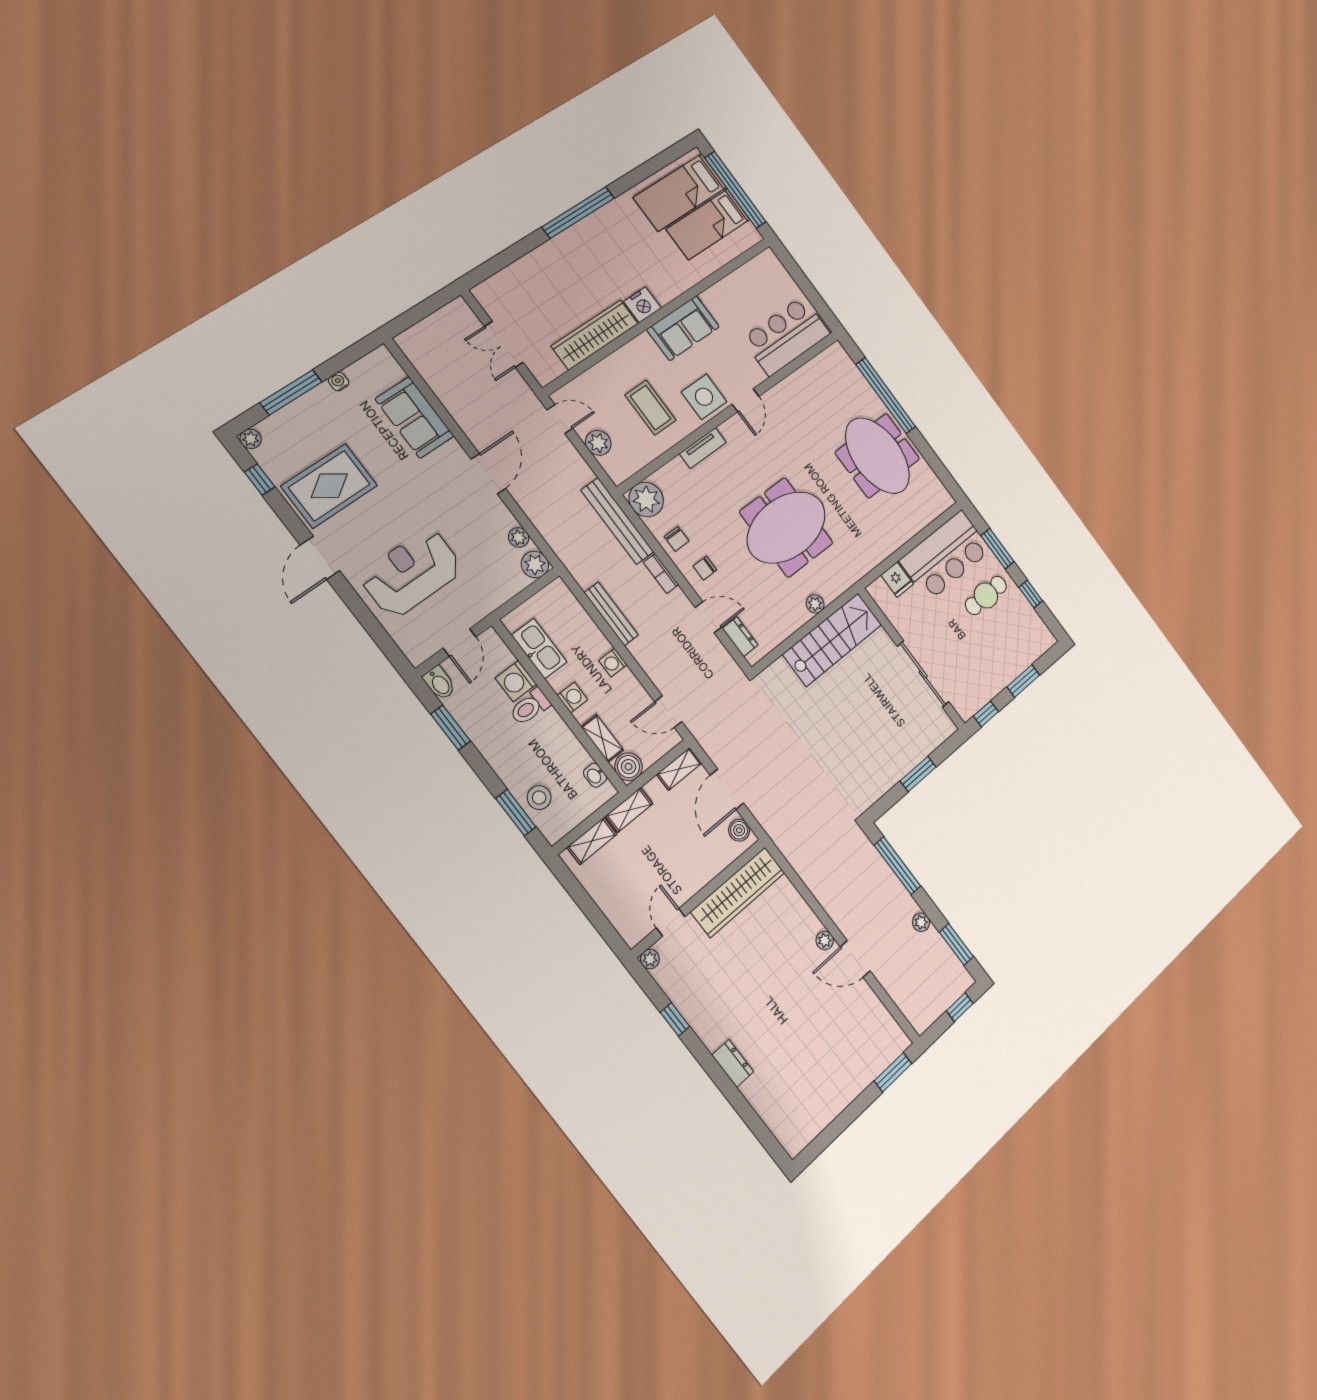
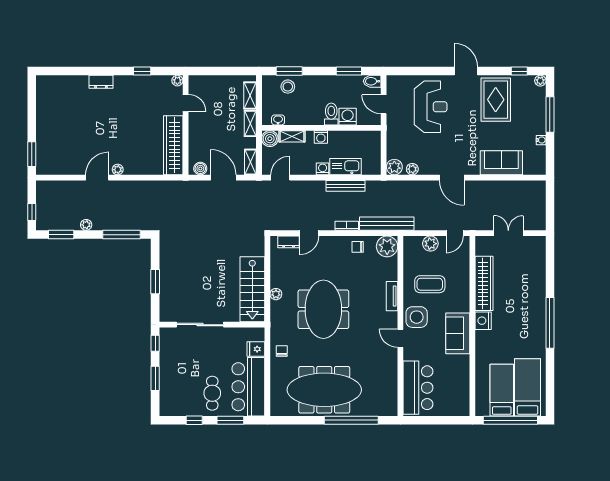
meeting table: (877, 456) -> (324, 390), width x1.36
chair: (705, 568) -> (282, 351), moved
kitchen sink: (539, 649) -> (346, 167), moved, turned 180

